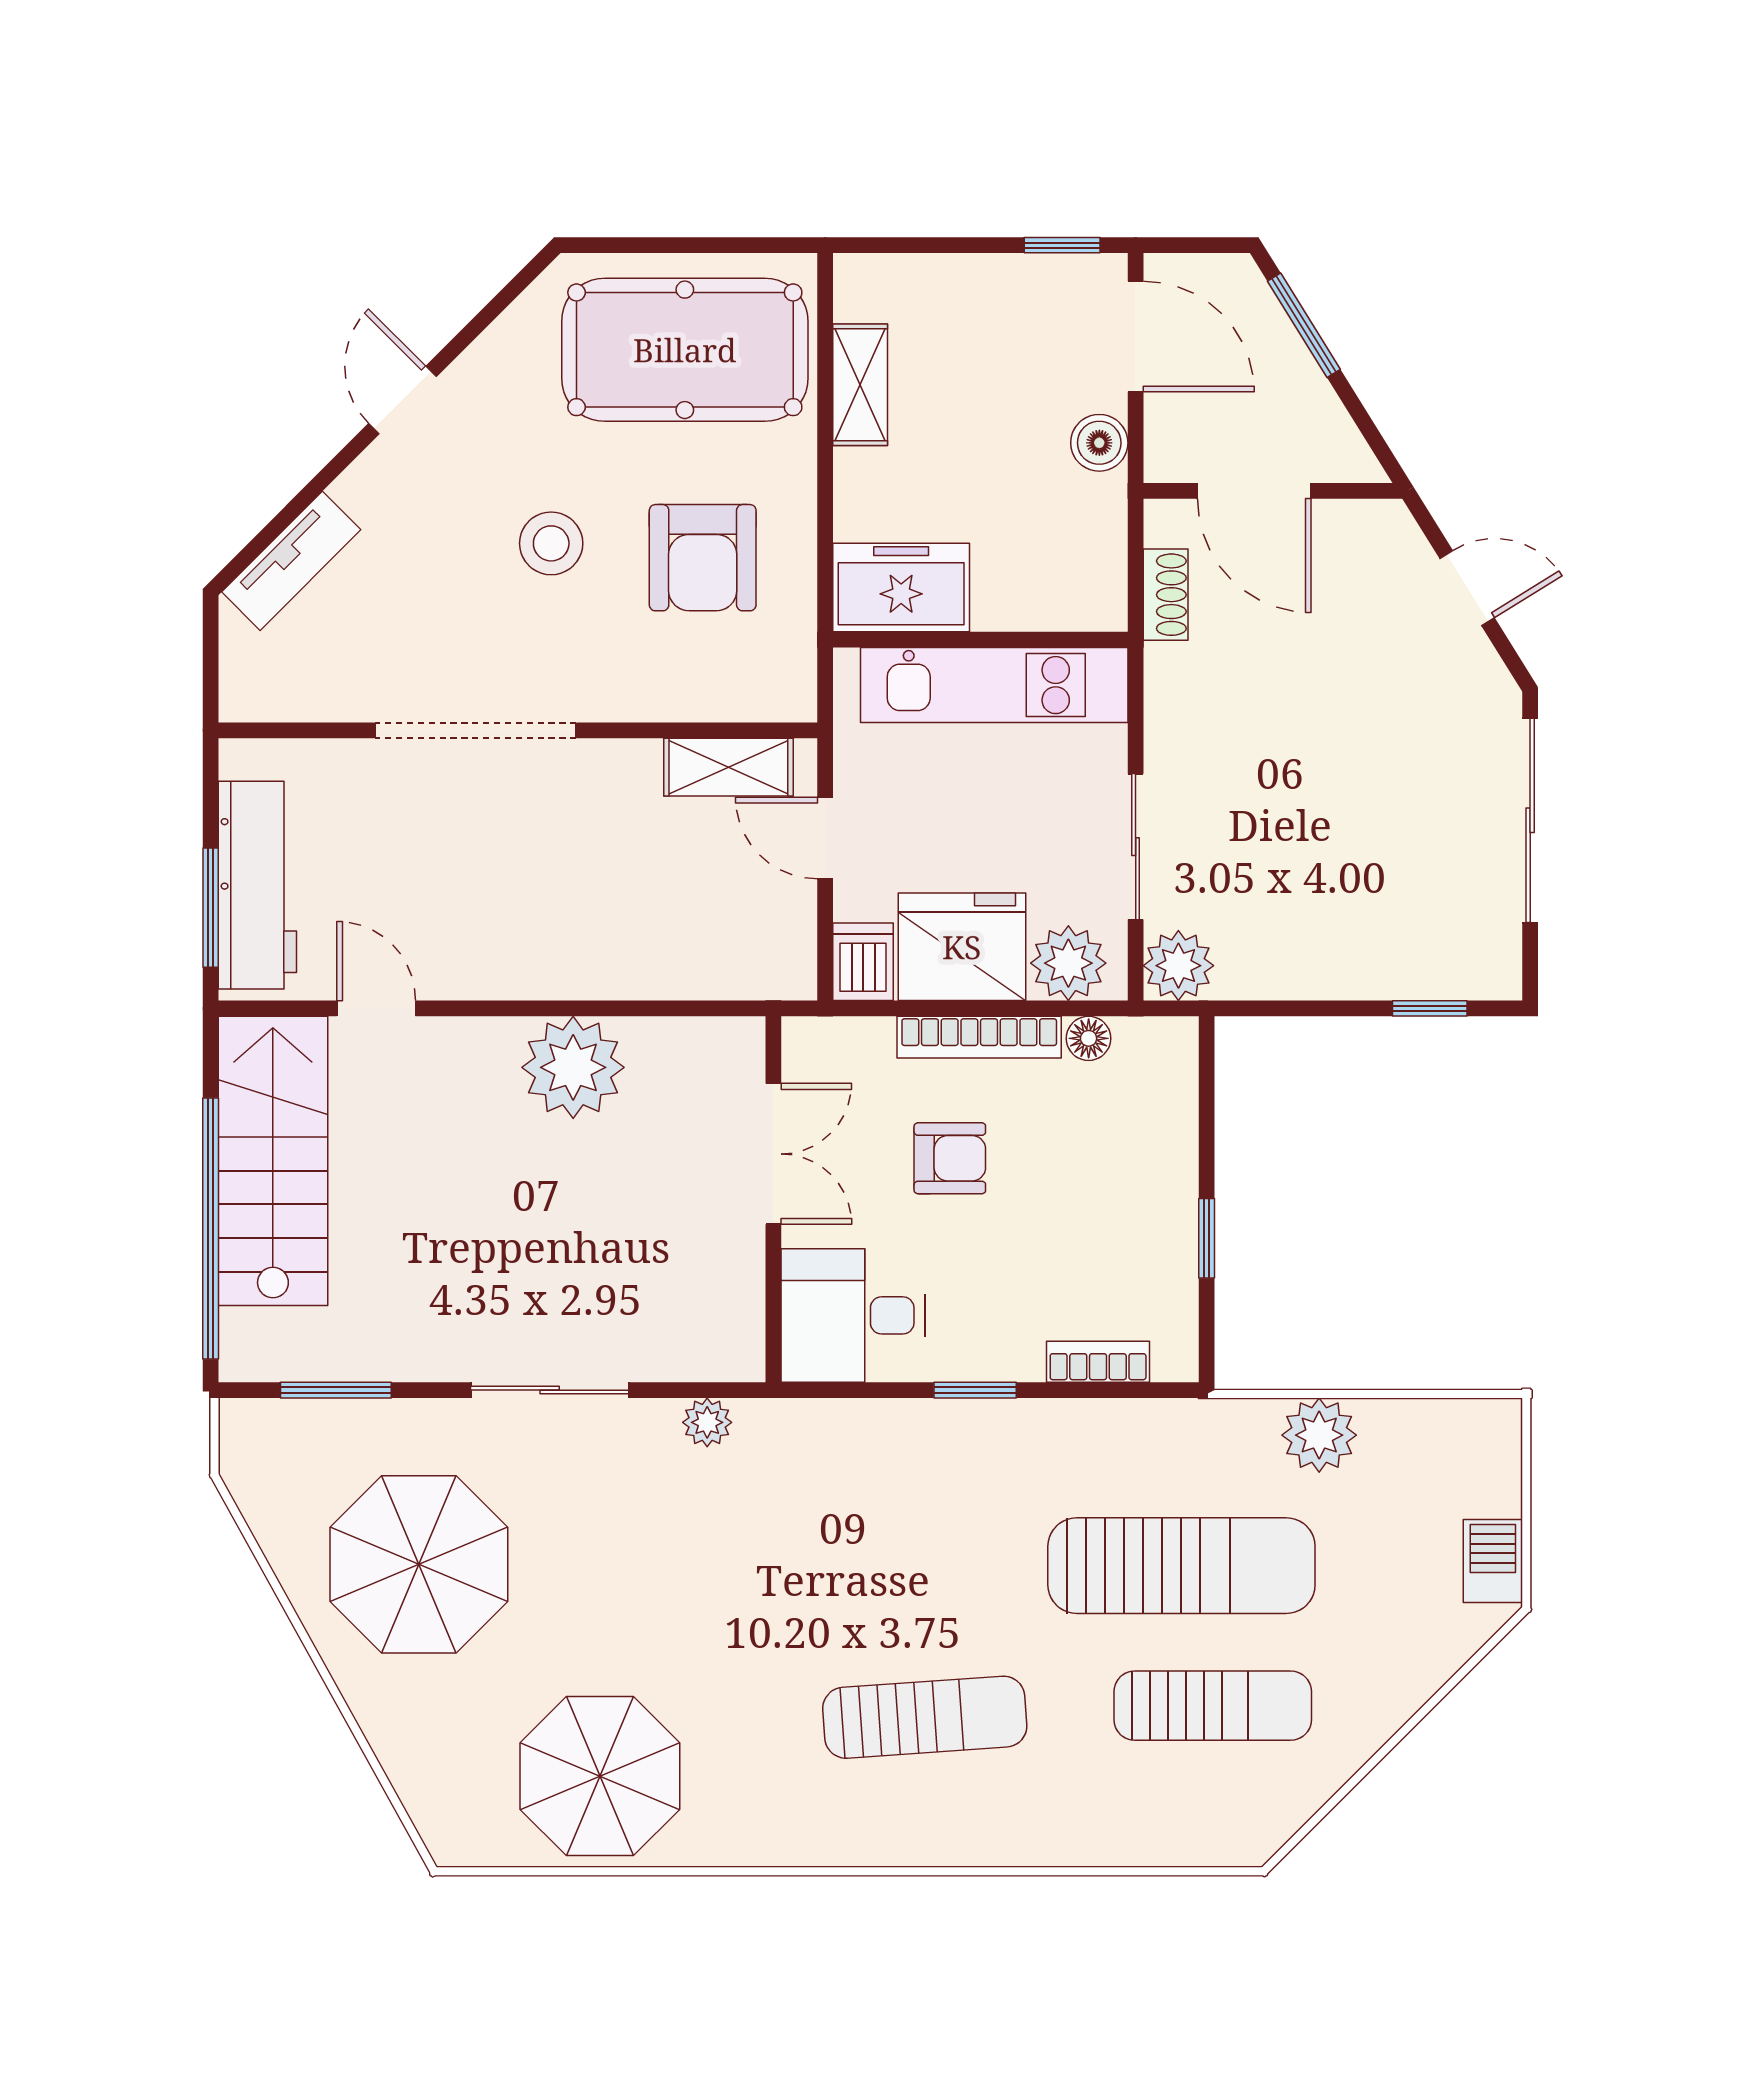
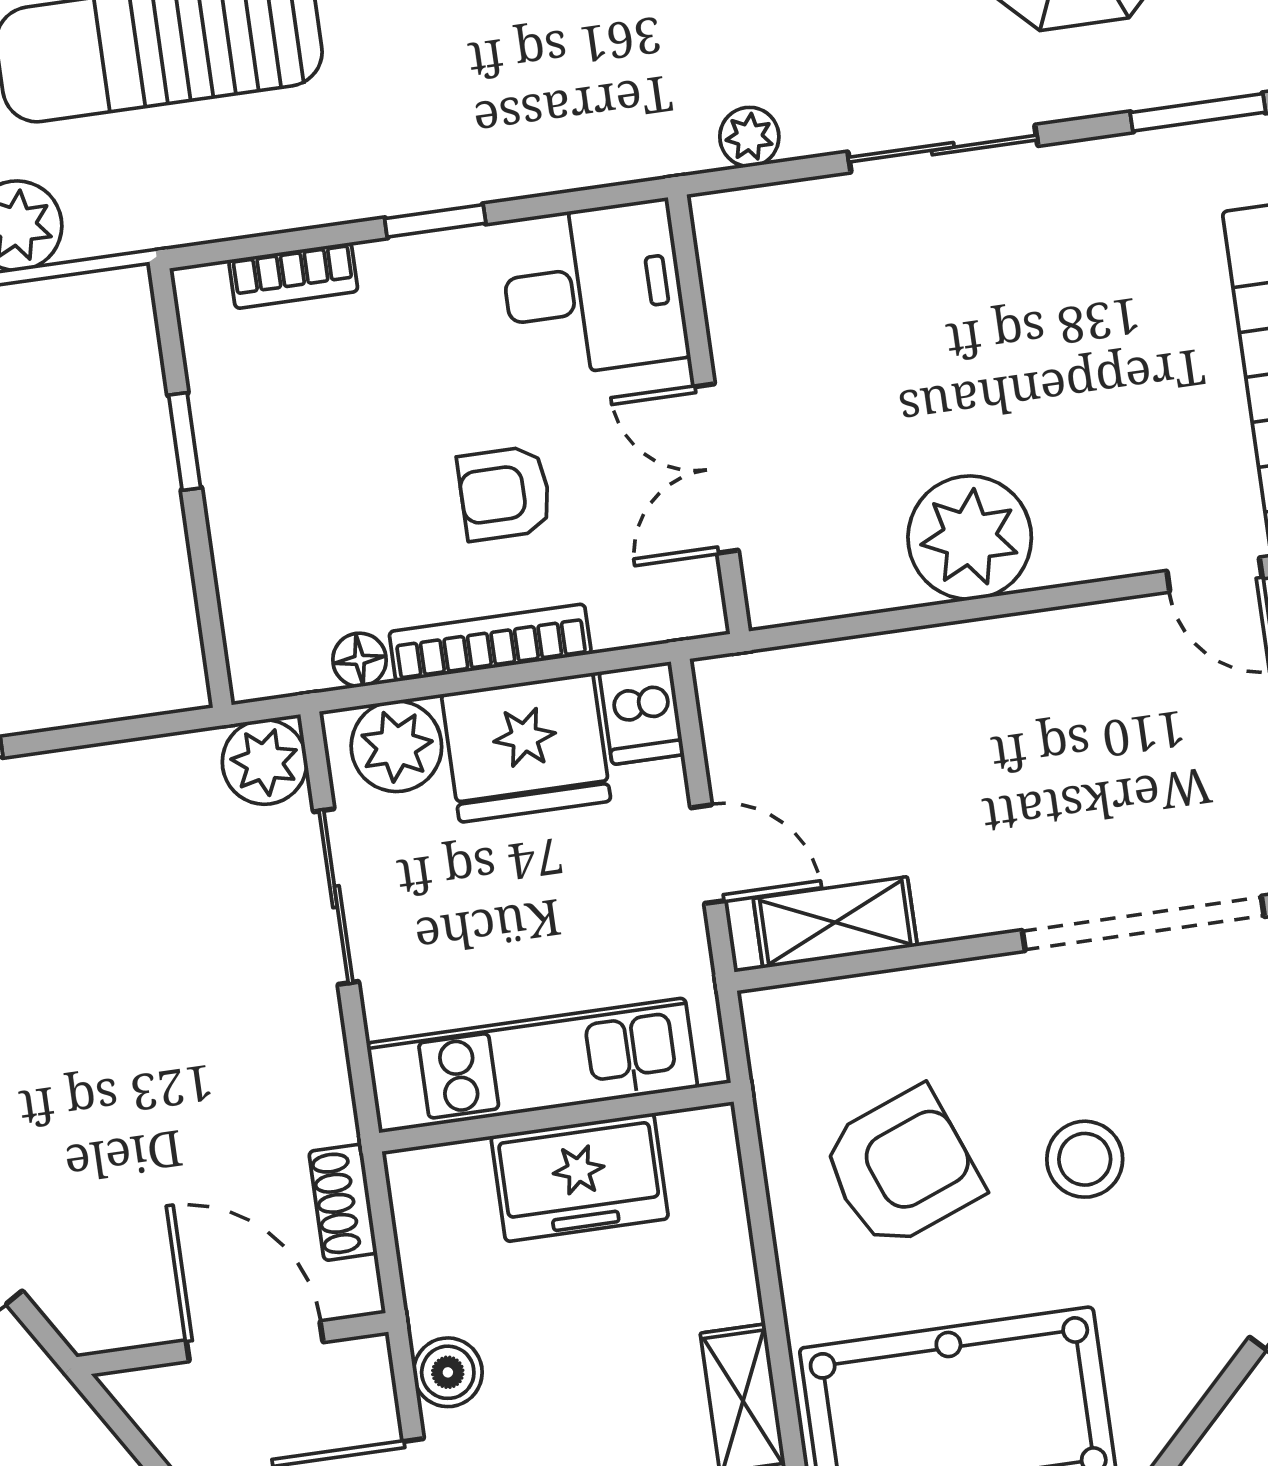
armchair: (703, 558) -> (902, 1168), turned 69
freezer: (901, 588) -> (580, 1177), moved

